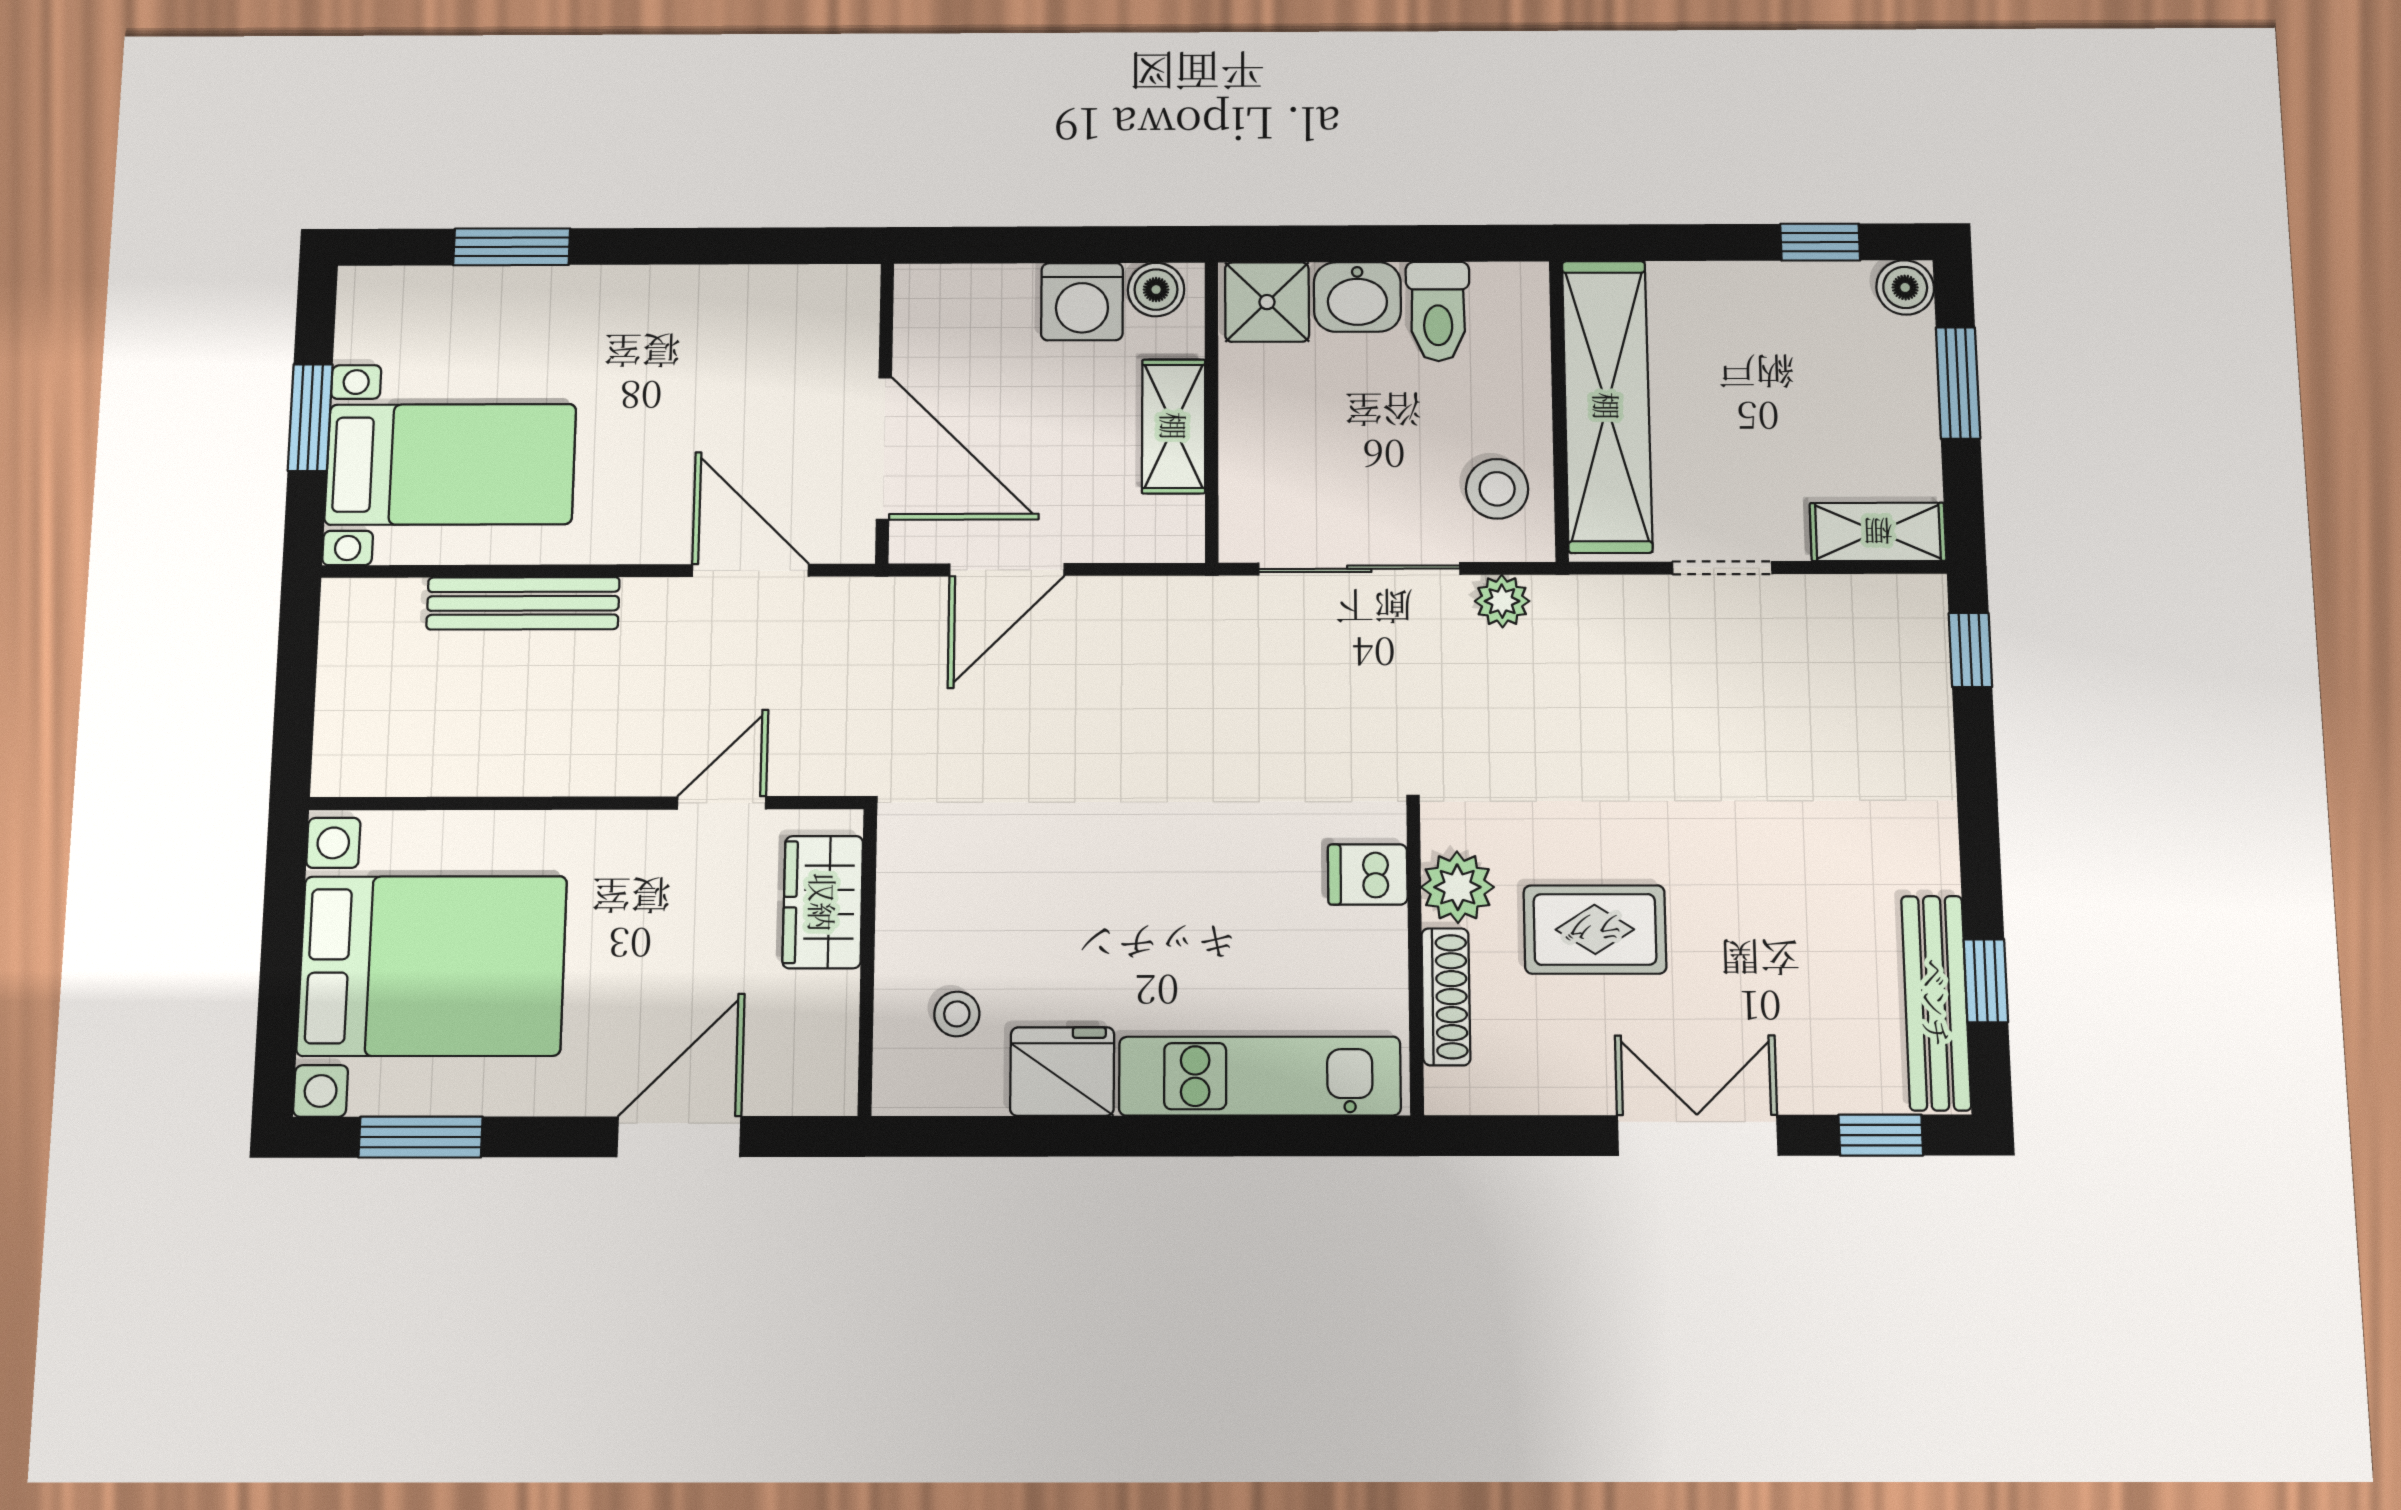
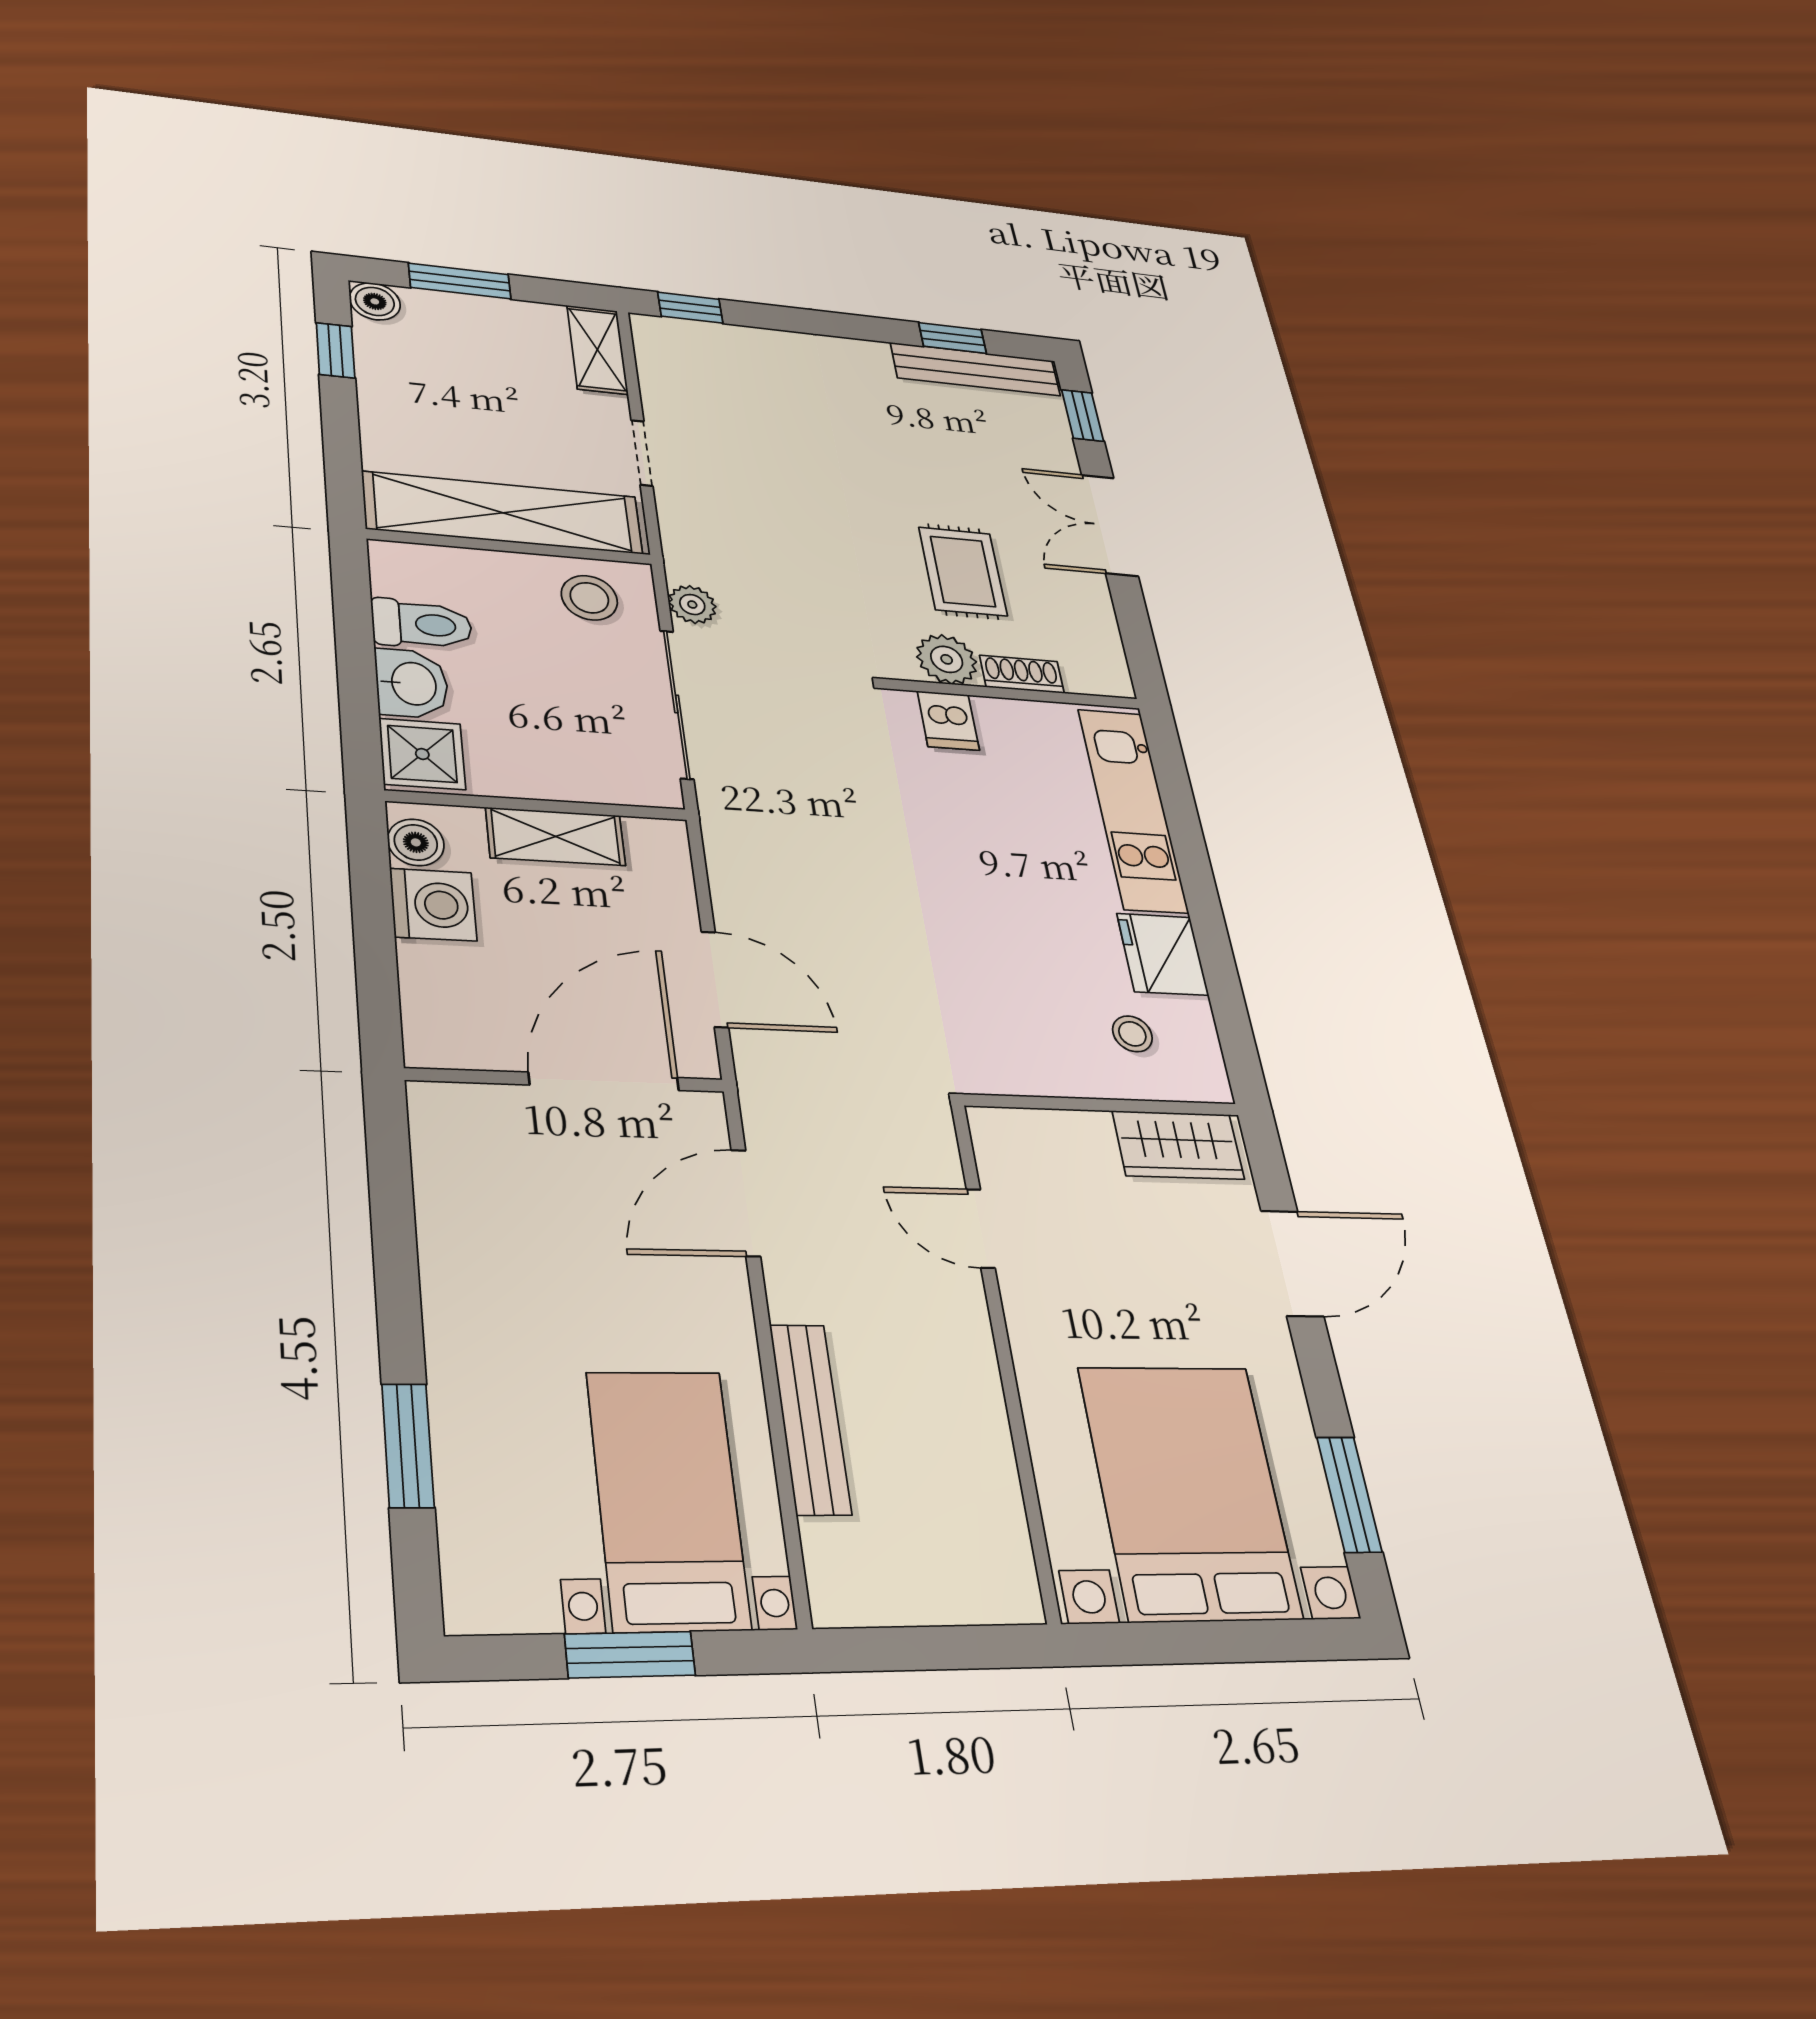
wardrobe: (823, 902) -> (1178, 1145), moved
shoe rack: (1446, 997) -> (1022, 674), width x0.70
door: (679, 1137) -> (1292, 1263), swing flipped

